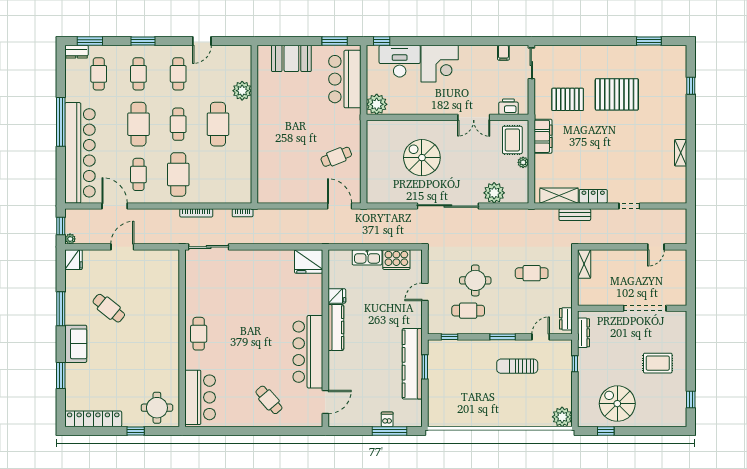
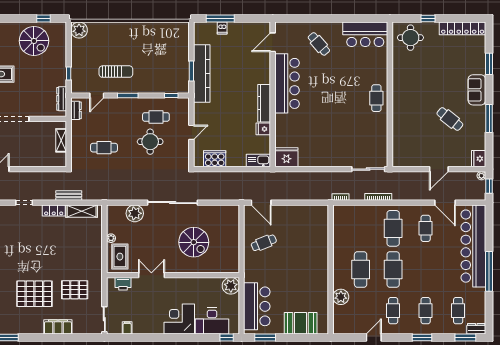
cafe table: (138, 124) -> (426, 269), removed
cafe table: (178, 124) -> (393, 269), width x1.37, depth x1.35
filing cabinet: (543, 136) -> (58, 327), moved, turned 90
kitchen sink: (367, 257) -> (258, 161), moved
shelving: (584, 264) -> (61, 140), moved
bar counter: (200, 397) -> (365, 34), moved, turned -90

